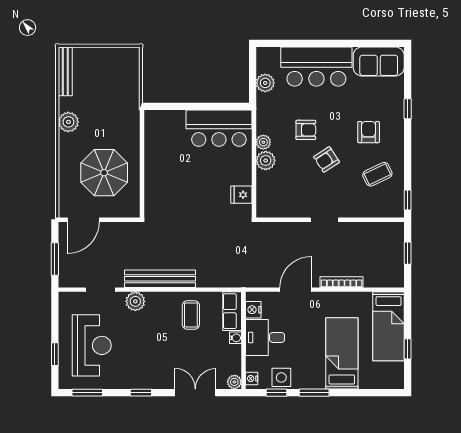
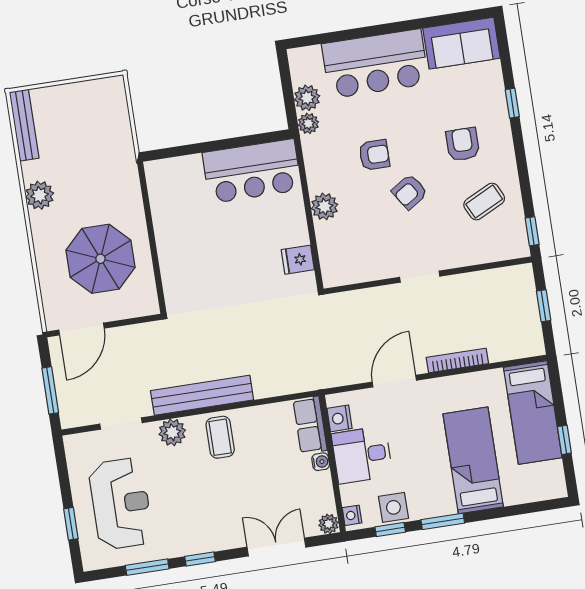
plant: (263, 142) -> (308, 123), moved
coffee table: (191, 315) -> (220, 437), moved
window: (87, 393) -> (147, 567), moved

